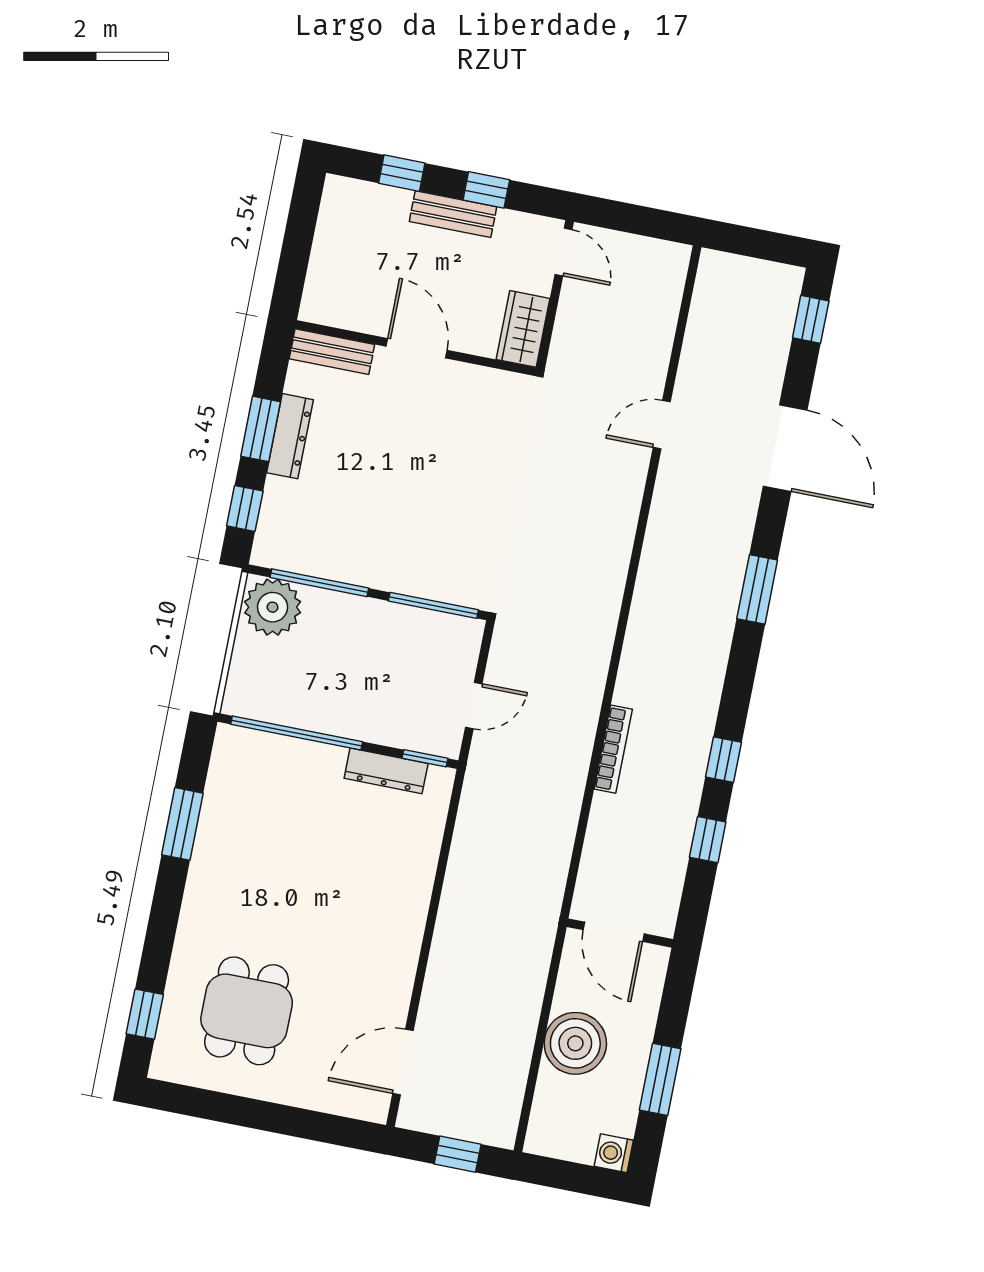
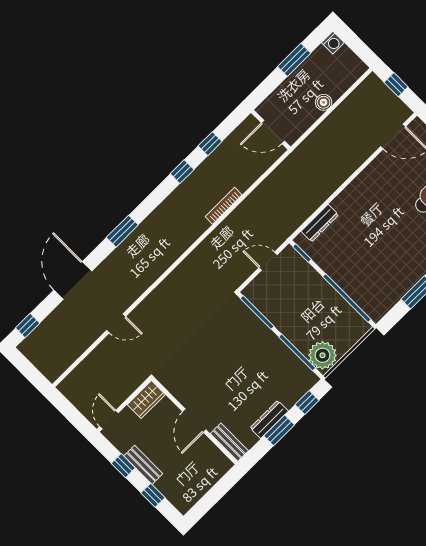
dresser: (386, 771) -> (320, 223), moved, turned 90
door: (614, 932) -> (273, 132), swing flipped
boiler: (575, 1043) -> (324, 102), width x0.54, depth x0.54

